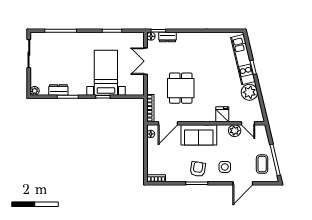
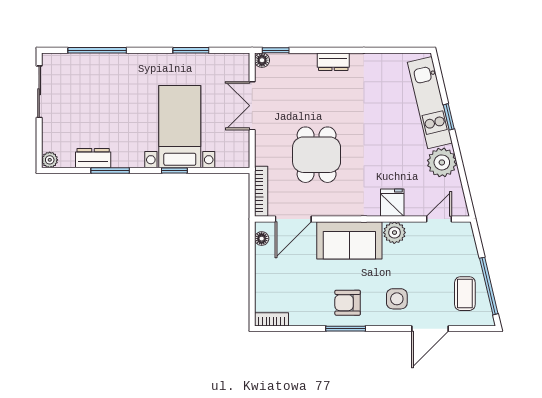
dresser: (168, 37) -> (333, 62), moved
door: (248, 123) -> (439, 219), swing flipped
plant: (235, 131) -> (394, 233), moved
armchair: (198, 169) -> (348, 303), turned -99

